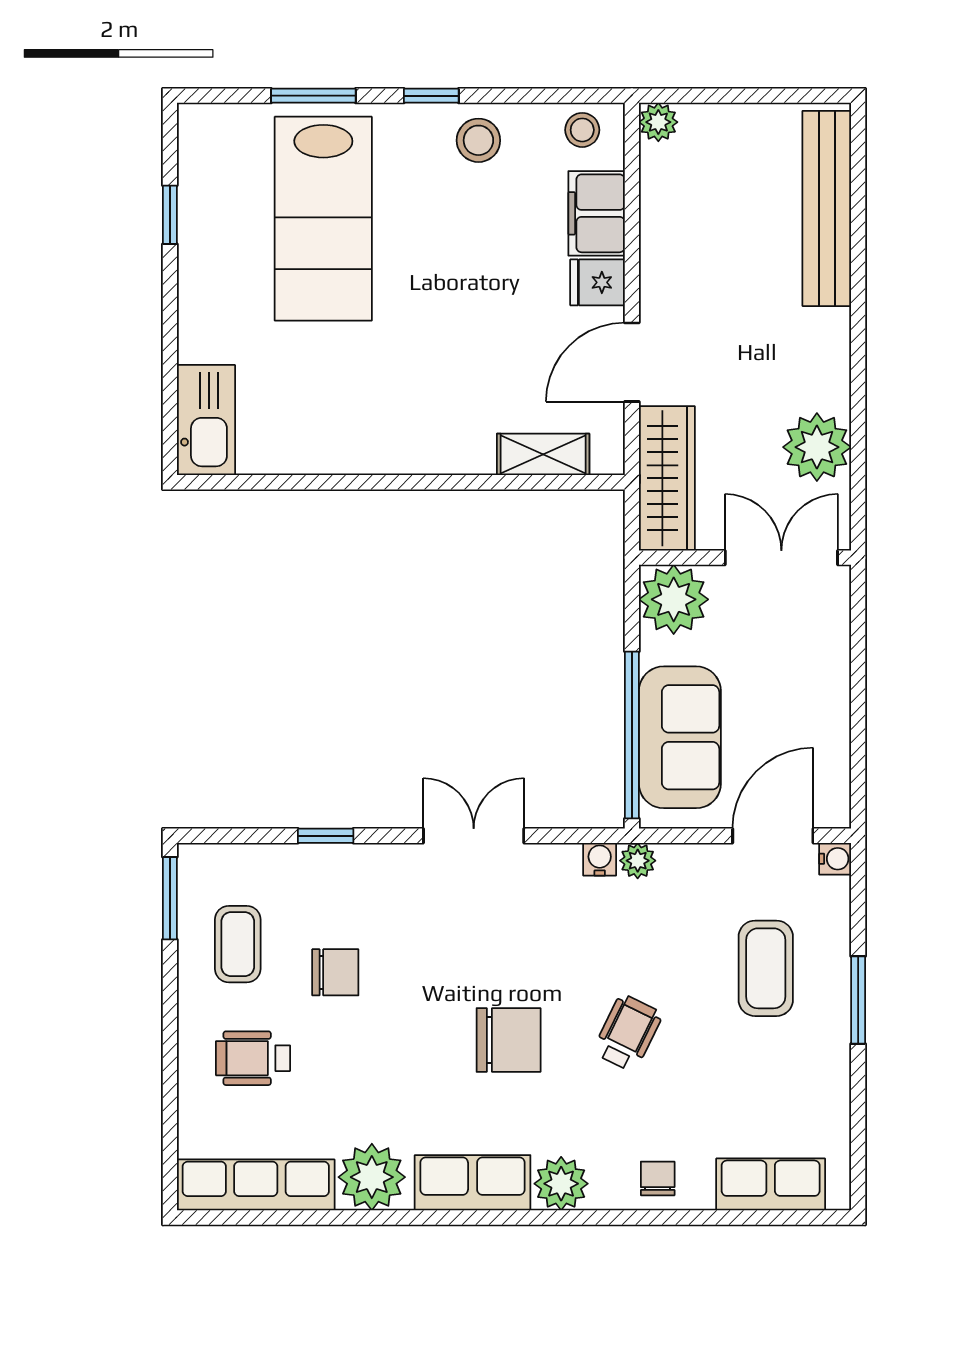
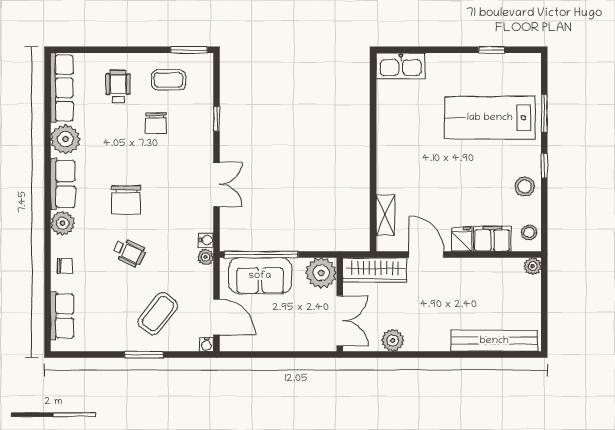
plant: (817, 447) -> (393, 340), width x0.73, depth x0.73
coffee table: (766, 968) -> (158, 314), turned -52

